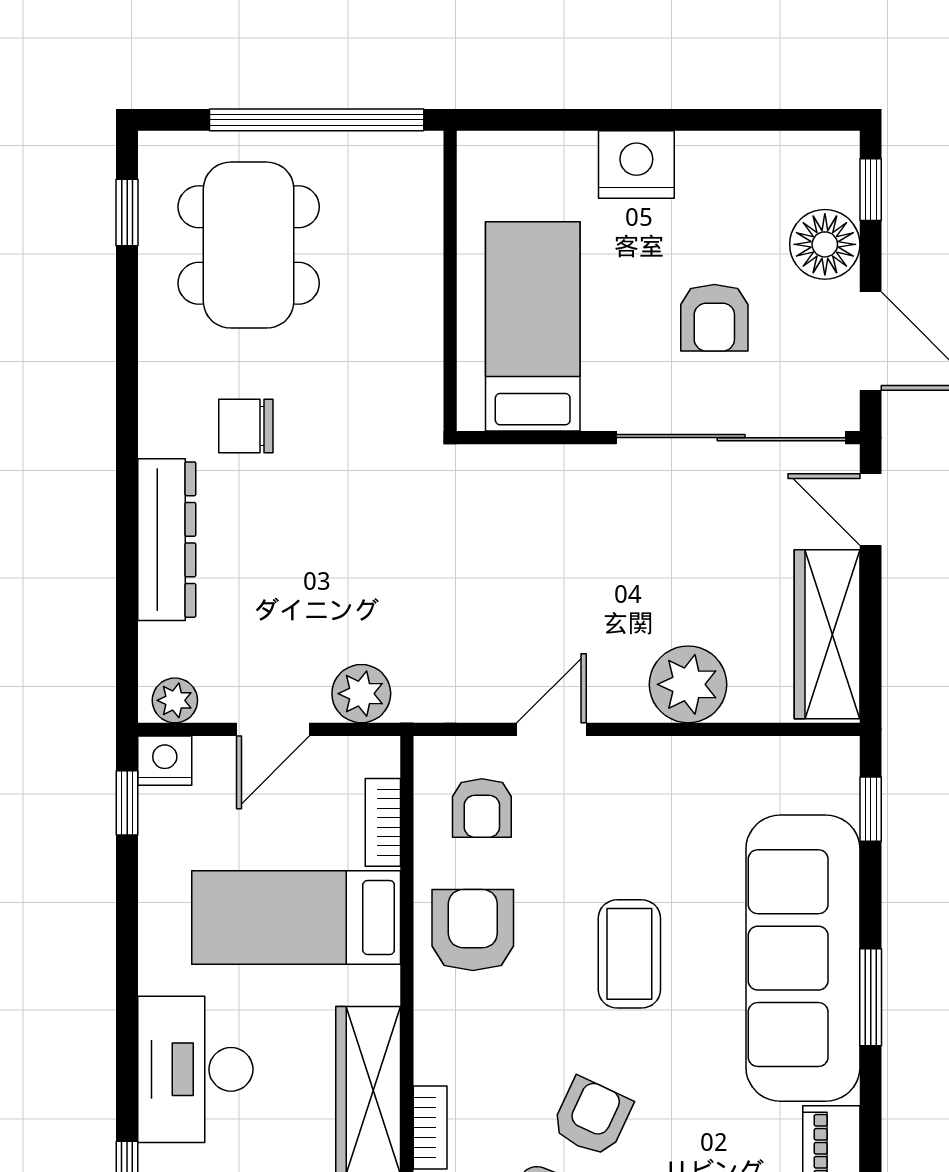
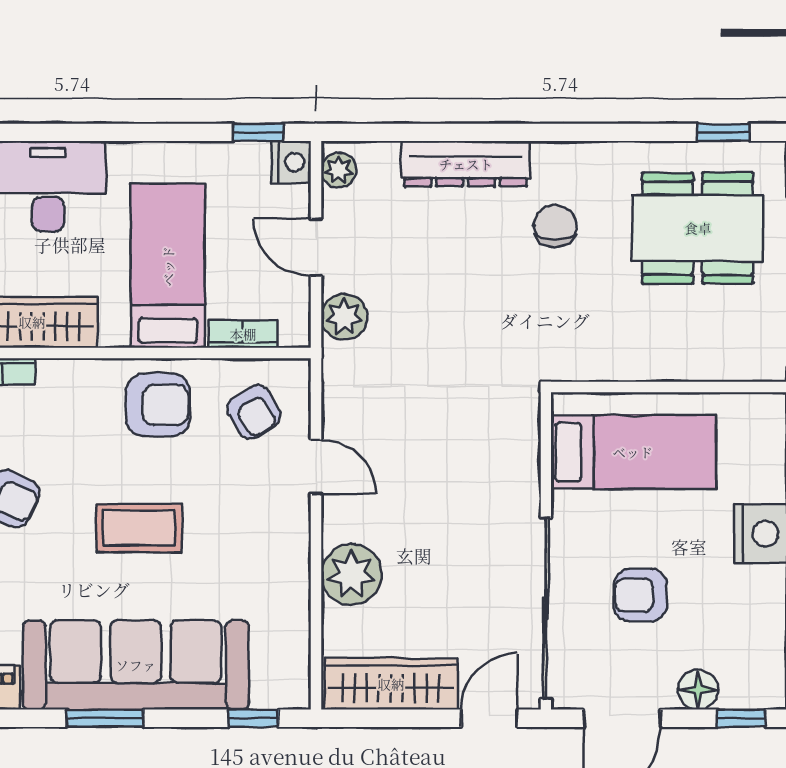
floor lamp: (825, 244) -> (698, 690), width x0.73, depth x0.73
armchair: (482, 808) -> (254, 412), turned -121

